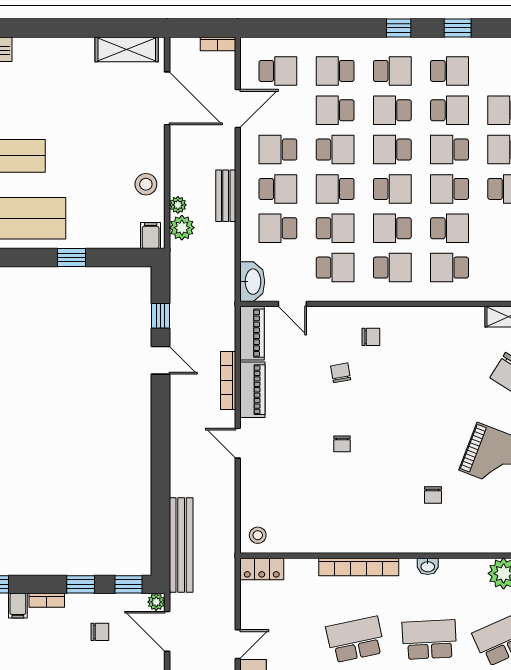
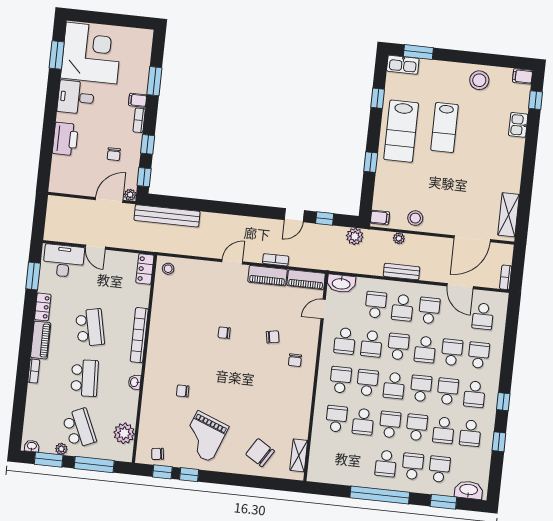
plant: (182, 228) -> (355, 236), moved
school desk: (392, 268) -> (341, 380), turned 180
bookcase: (228, 380) -> (276, 260), width x0.64

